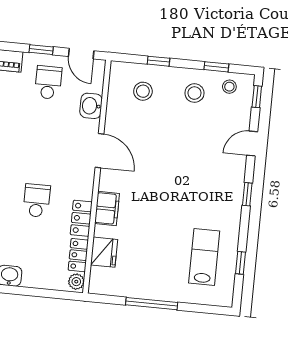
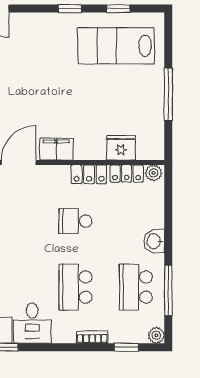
window: (247, 194) -> (70, 9), moved
filing cabinet: (107, 209) -> (56, 149), moved
lab bench: (204, 257) -> (116, 46), width x1.36, depth x1.39

